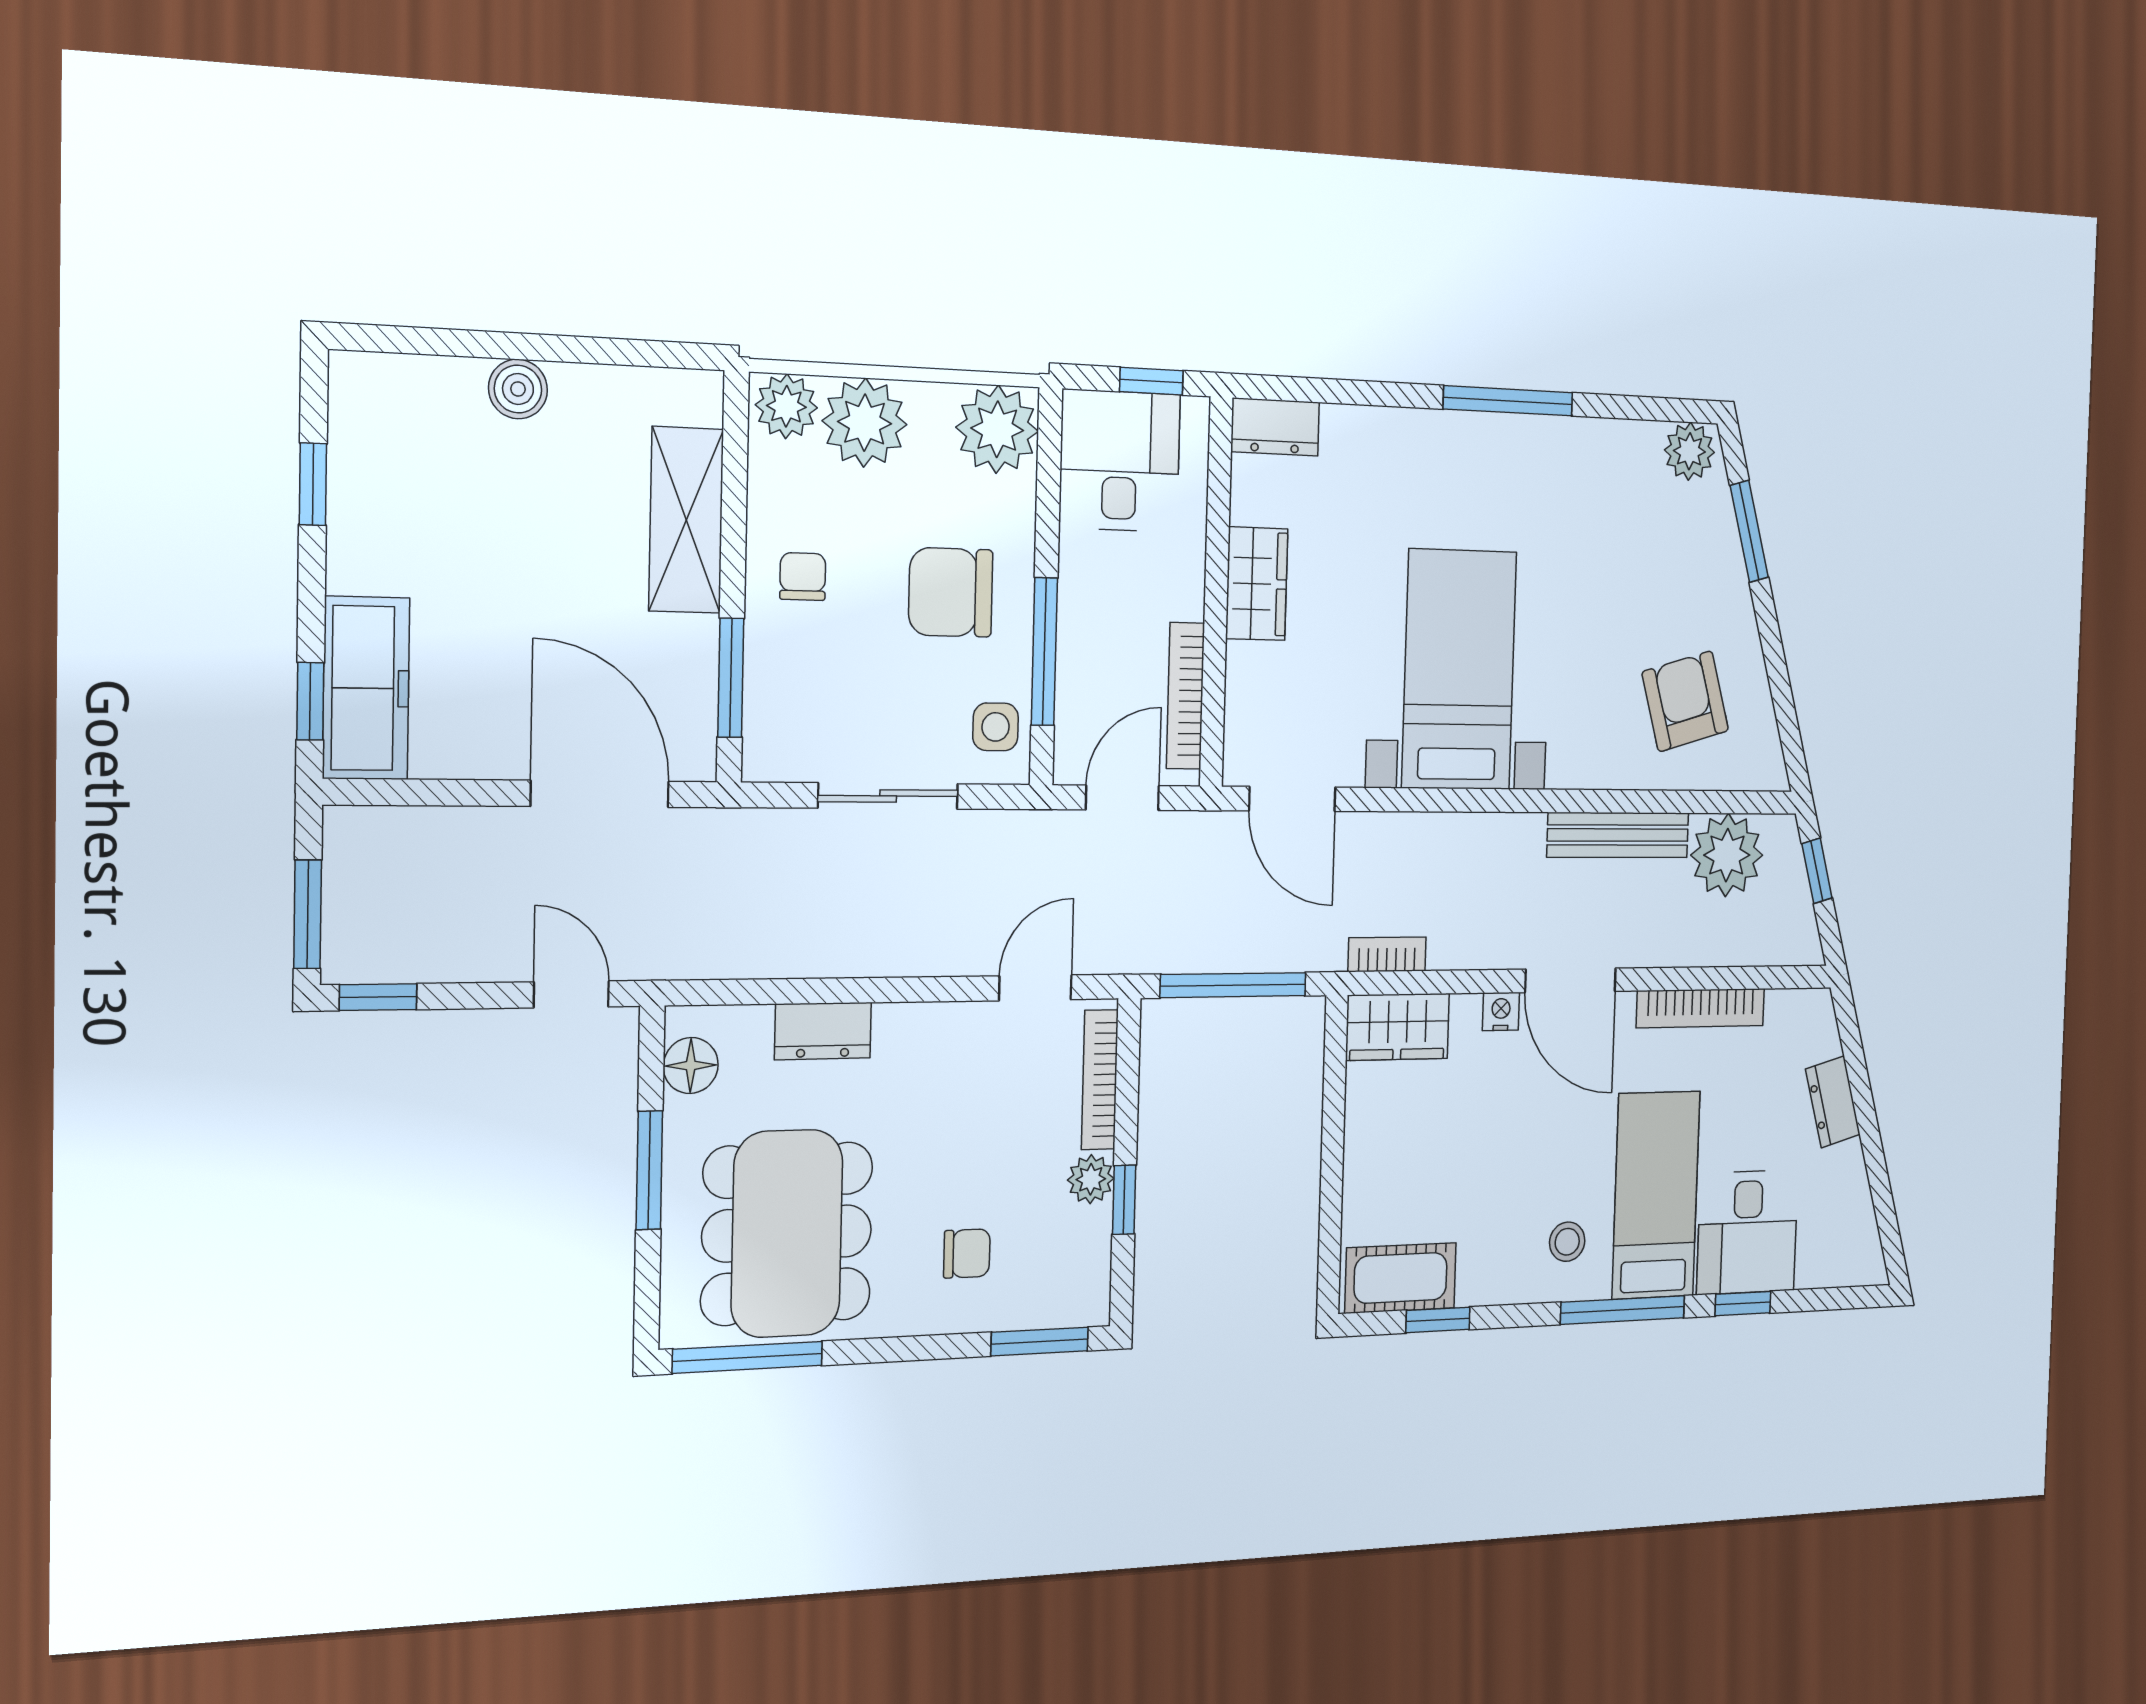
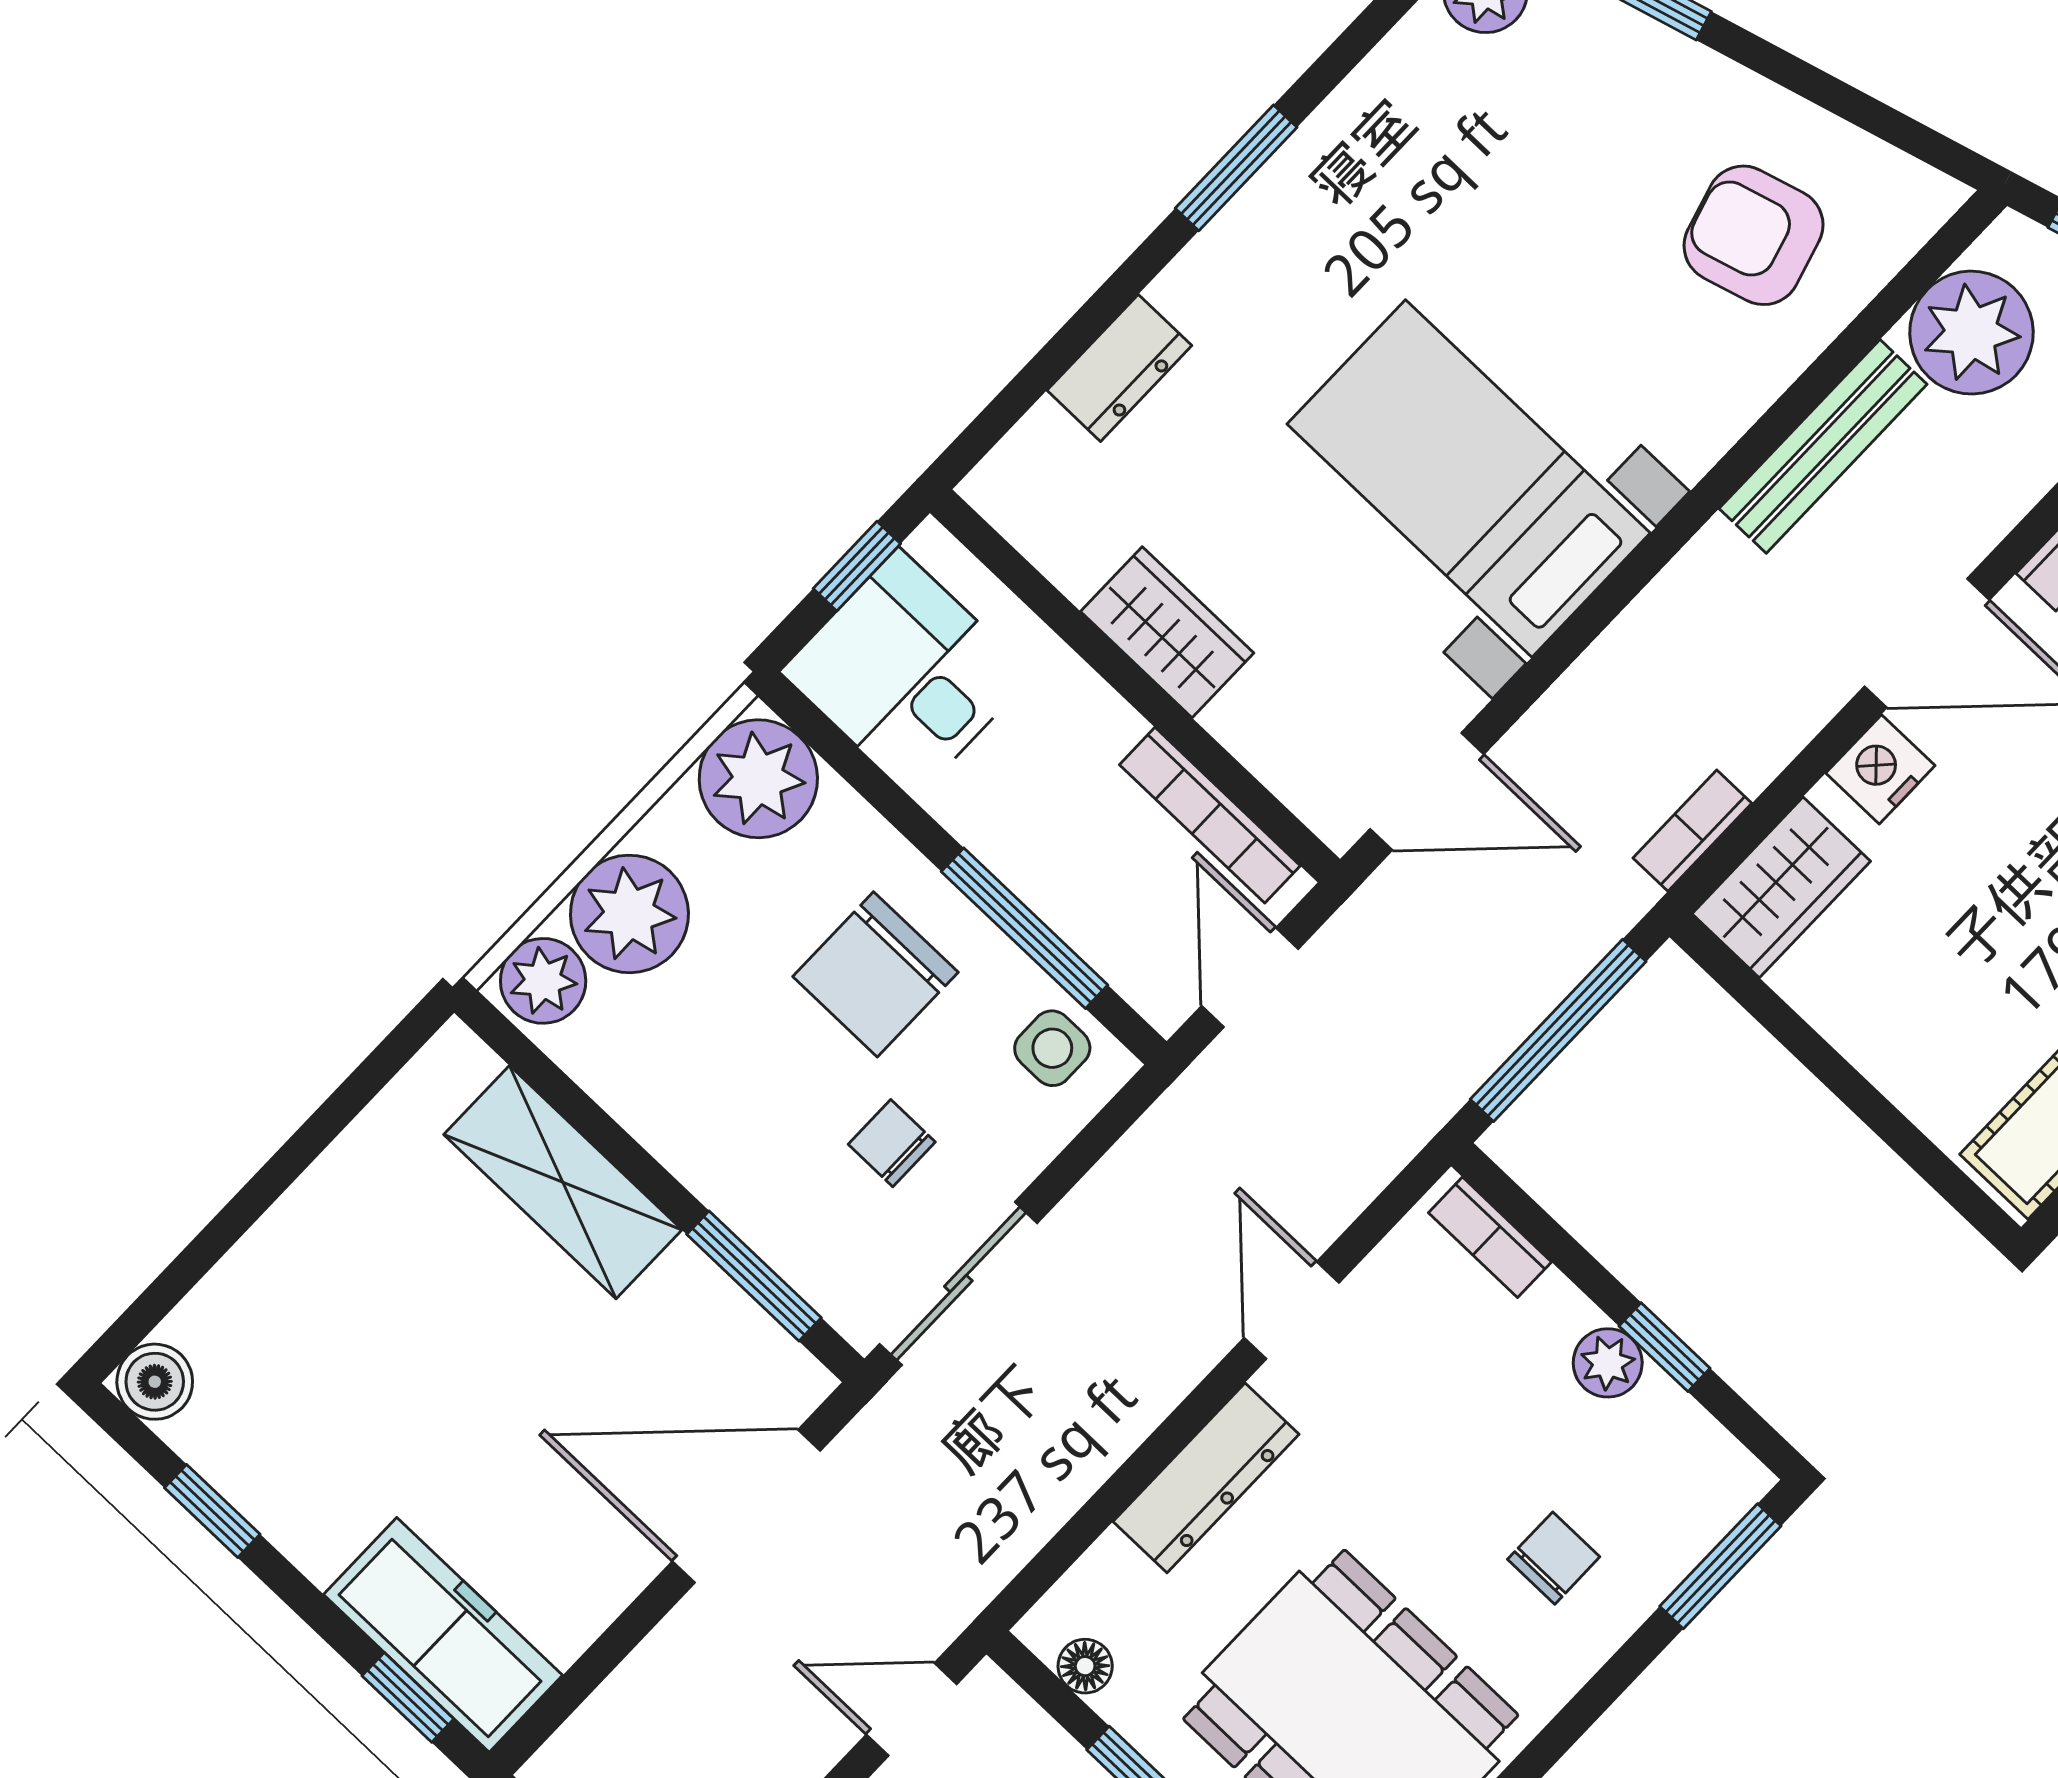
boiler: (518, 389) -> (155, 1382), moved
window: (1508, 401) -> (1236, 168), width x0.69
dresser: (1275, 427) -> (1119, 368), moved
chair: (803, 576) -> (892, 1143), moved
sliding door: (888, 796) -> (958, 1284), moved
door: (1035, 988) -> (1292, 1310), moved
nightstand: (1501, 1012) -> (1880, 769), width x1.39, depth x1.35
dresser: (823, 1031) -> (1206, 1478), width x1.44
floor lamp: (691, 1065) -> (1085, 1666), width x0.73, depth x0.73
bookcase: (1100, 1080) -> (1490, 1237), width x0.64

